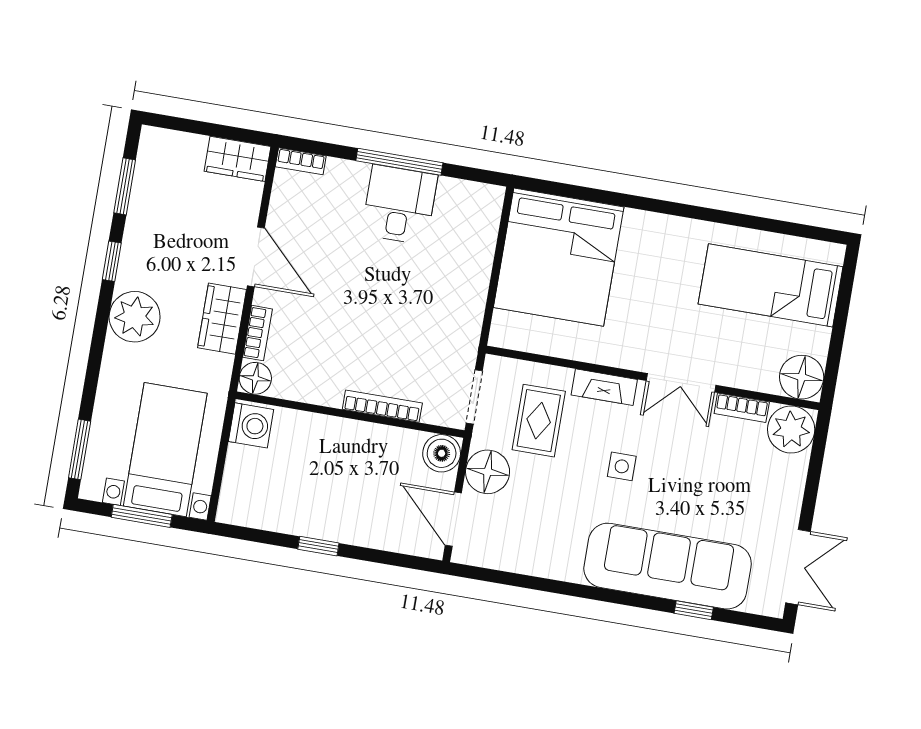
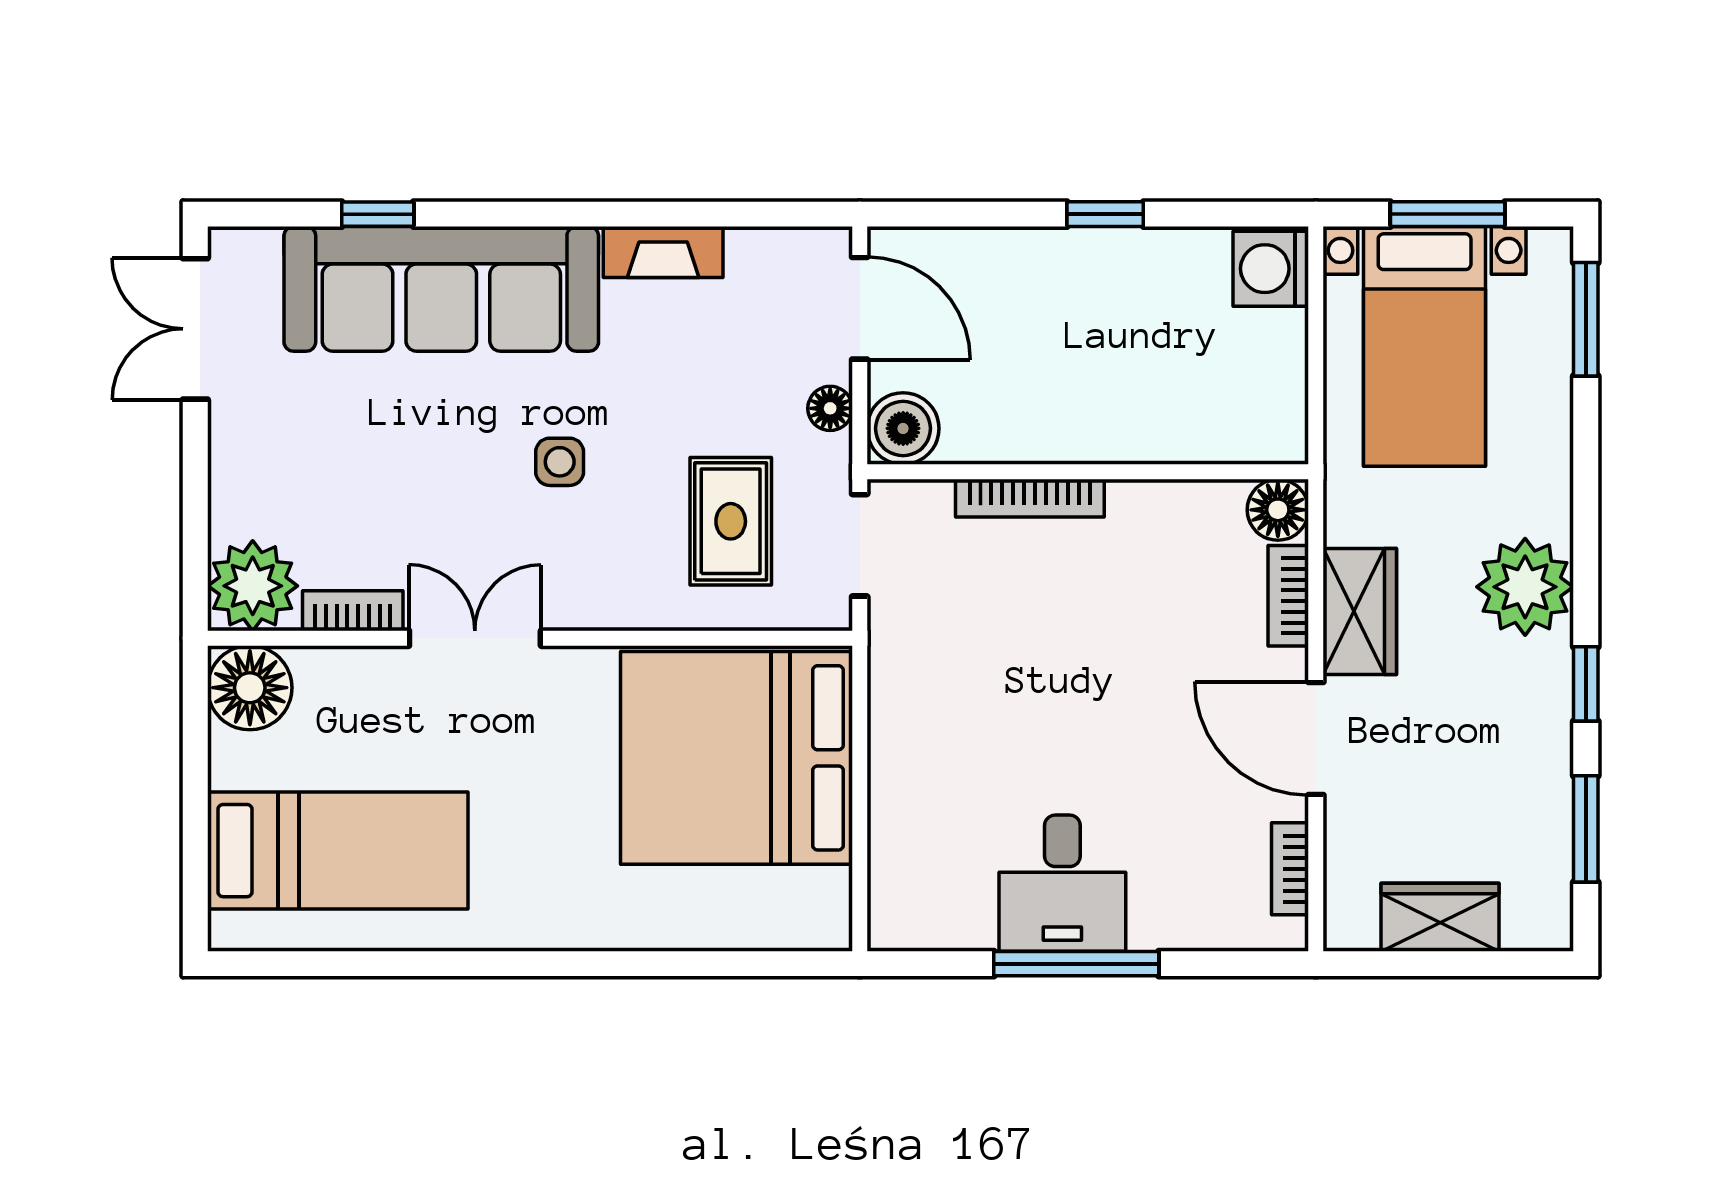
wardrobe: (237, 159) -> (1440, 917), moved
bookcase: (301, 161) -> (1290, 869), moved, turned -90
bed: (559, 257) -> (736, 758), moved, turned -90
fireplace: (604, 387) -> (663, 252), moved, turned 180
washing machine: (251, 425) -> (1271, 269), moved
floor lamp: (488, 472) -> (830, 408), width x0.53, depth x0.53

